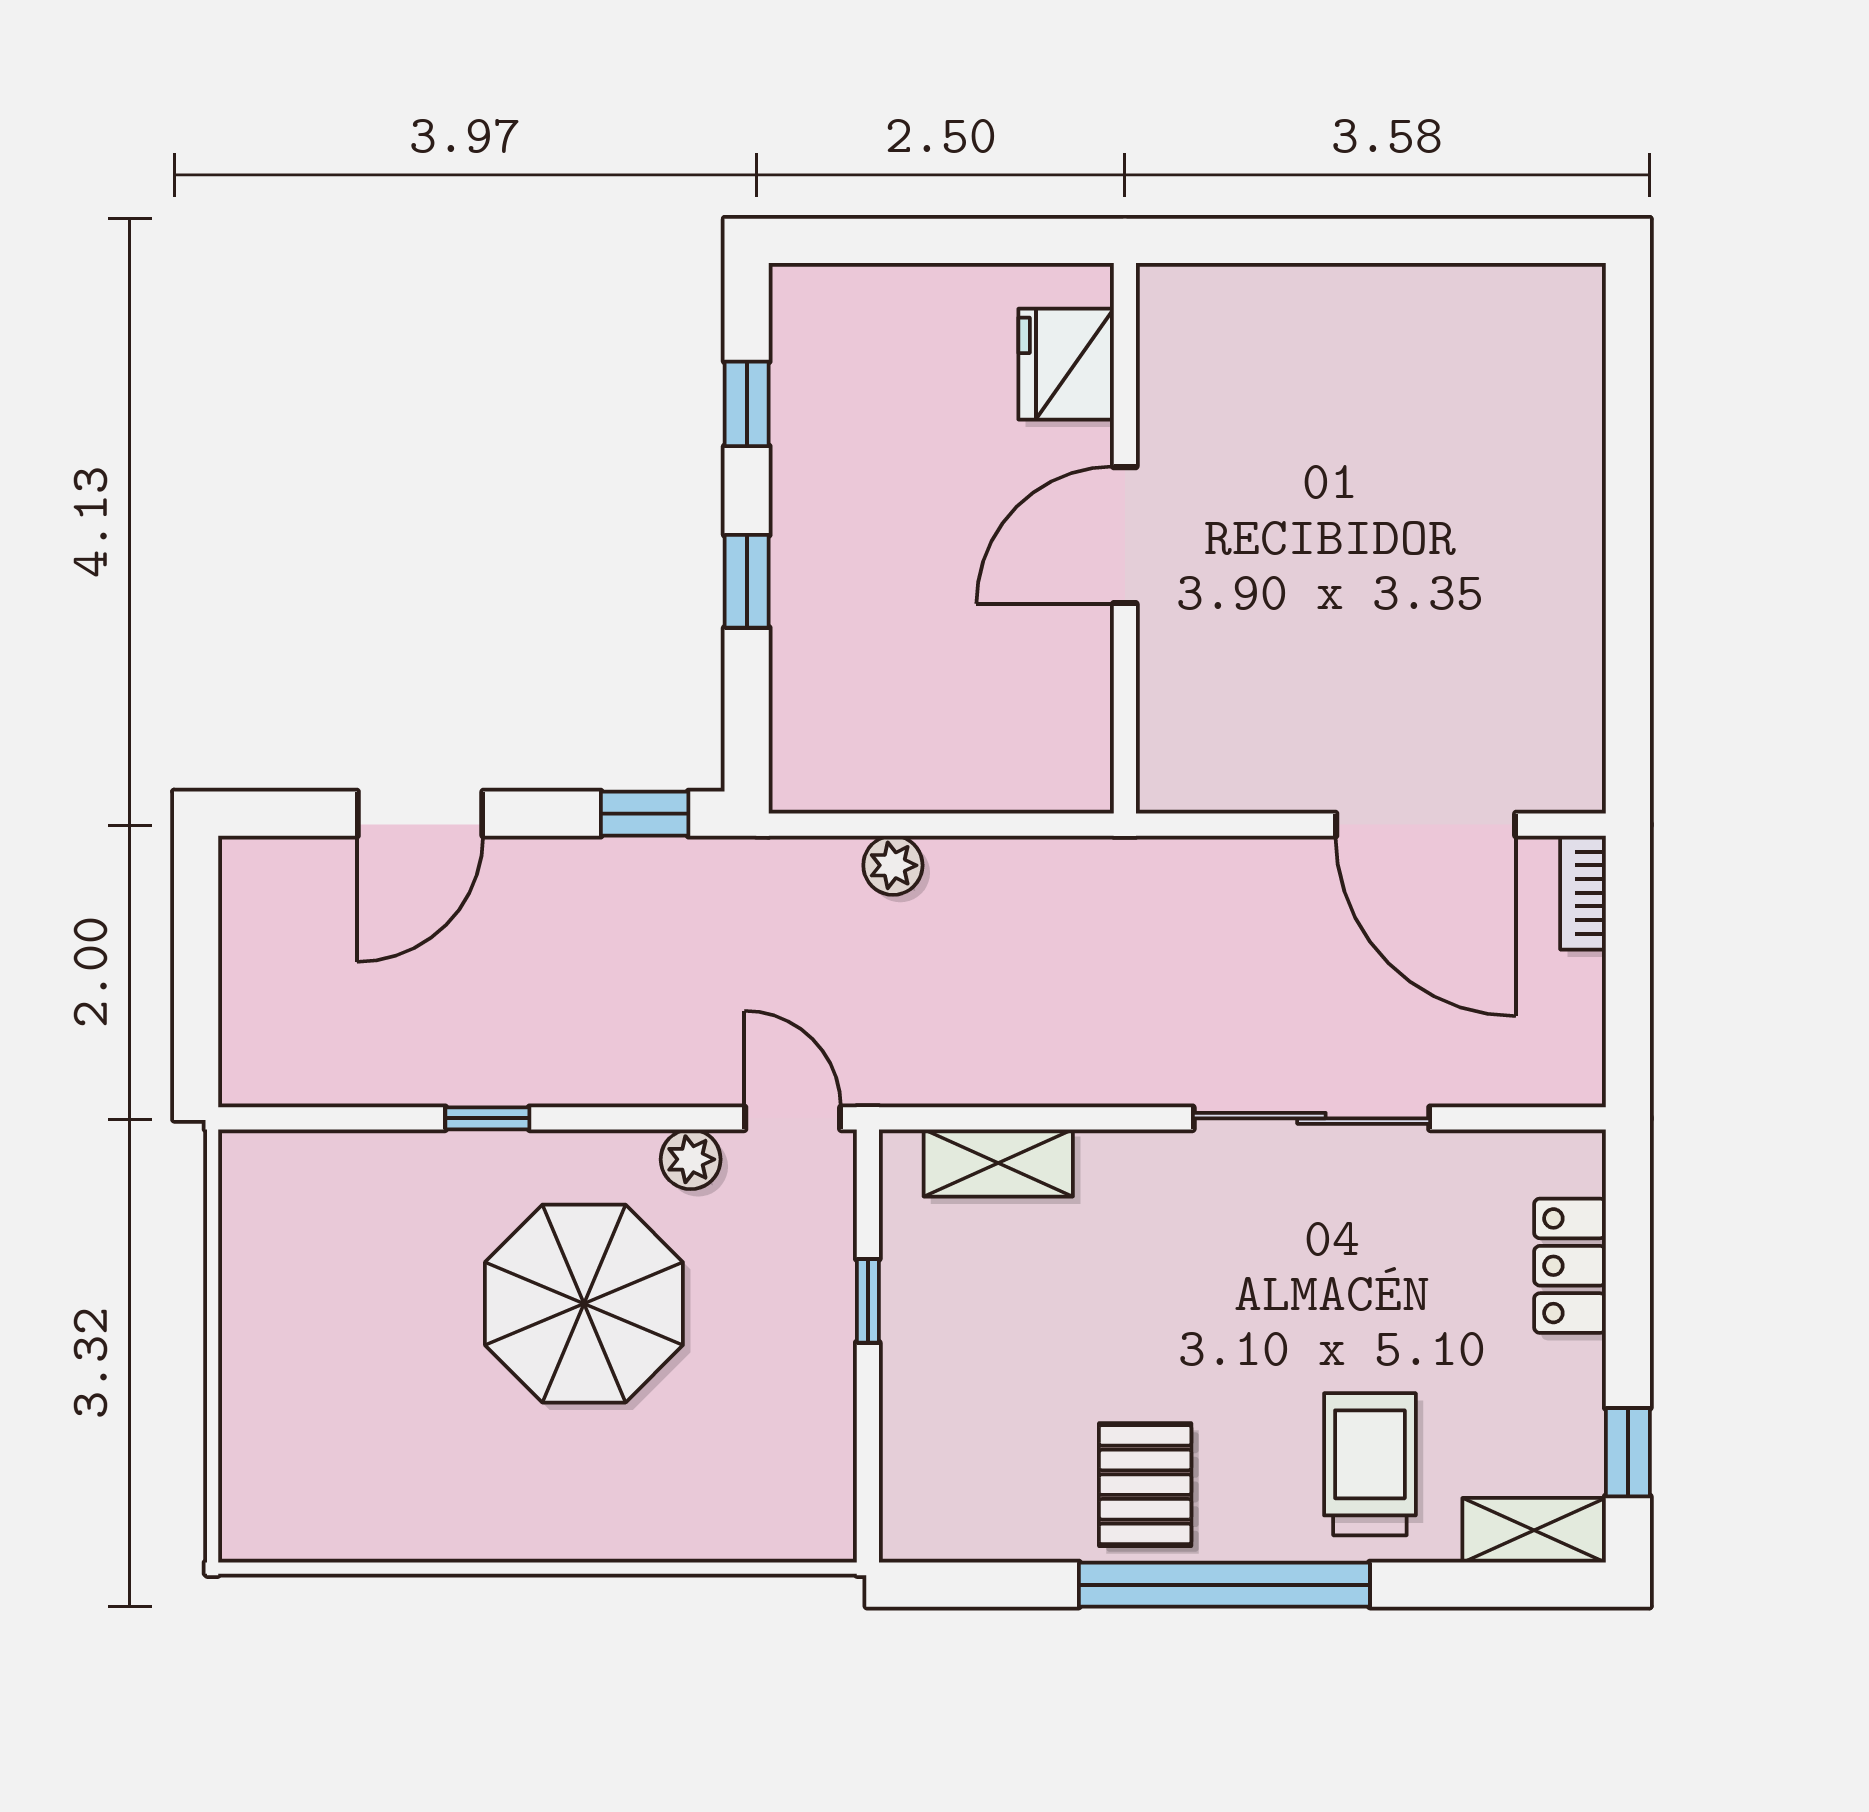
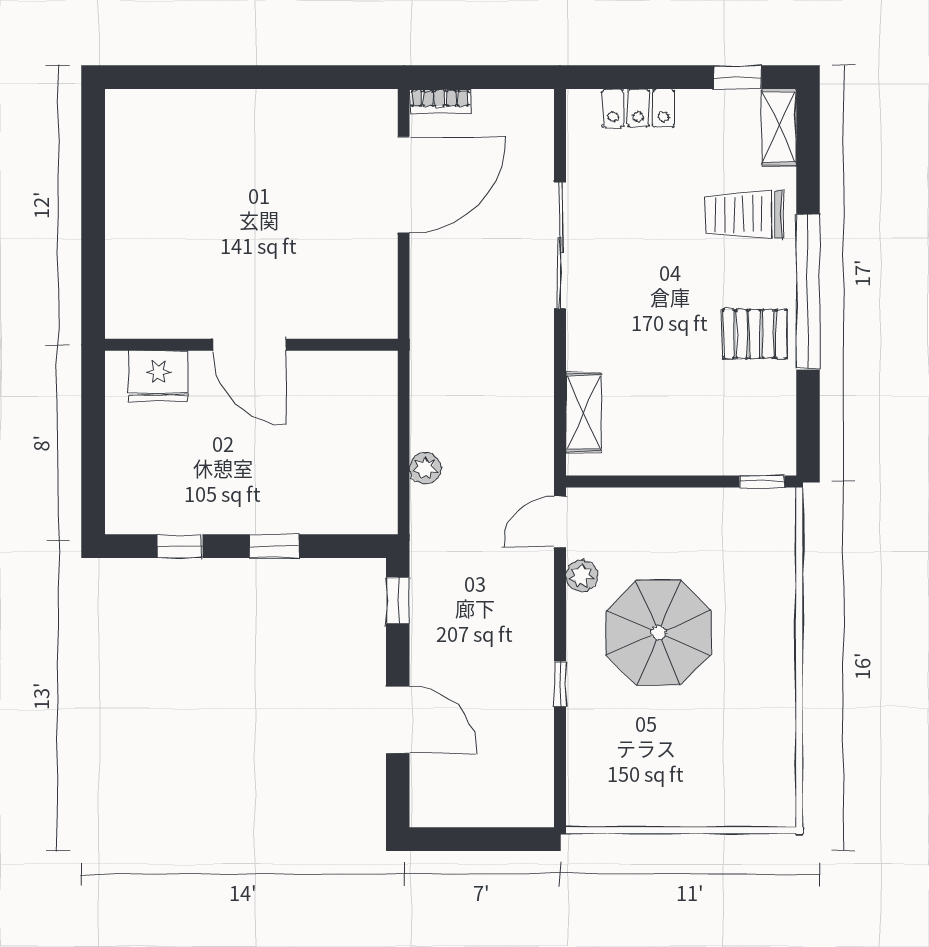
window: (868, 1301) -> (762, 482), moved

